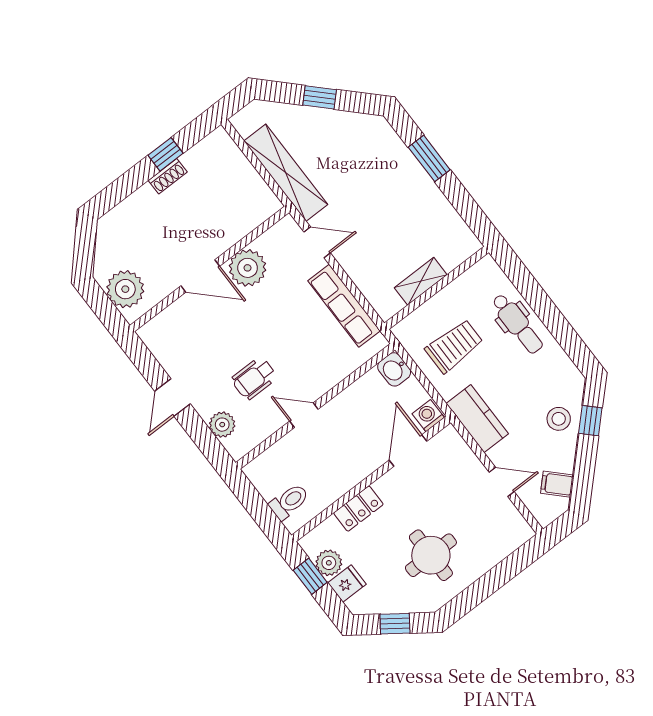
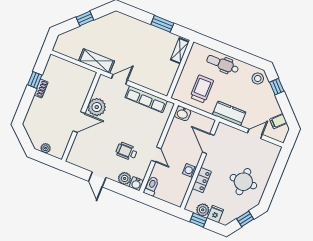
window: (429, 158) -> (162, 24), moved
shelving: (286, 173) -> (97, 61), width x0.68
shelving: (421, 281) -> (180, 51), moved
plant: (125, 289) -> (46, 148), width x0.53, depth x0.53
dental chair: (517, 324) -> (223, 64), turned 180
wheelchair: (254, 378) -> (126, 151), turned 90
door: (304, 415) -> (156, 155), swing flipped
washing machine: (428, 416) -> (189, 170), moved
stool: (559, 419) -> (258, 78), moved
water cooler: (238, 446) -> (136, 184), added
toilet: (289, 502) -> (151, 186), moved

